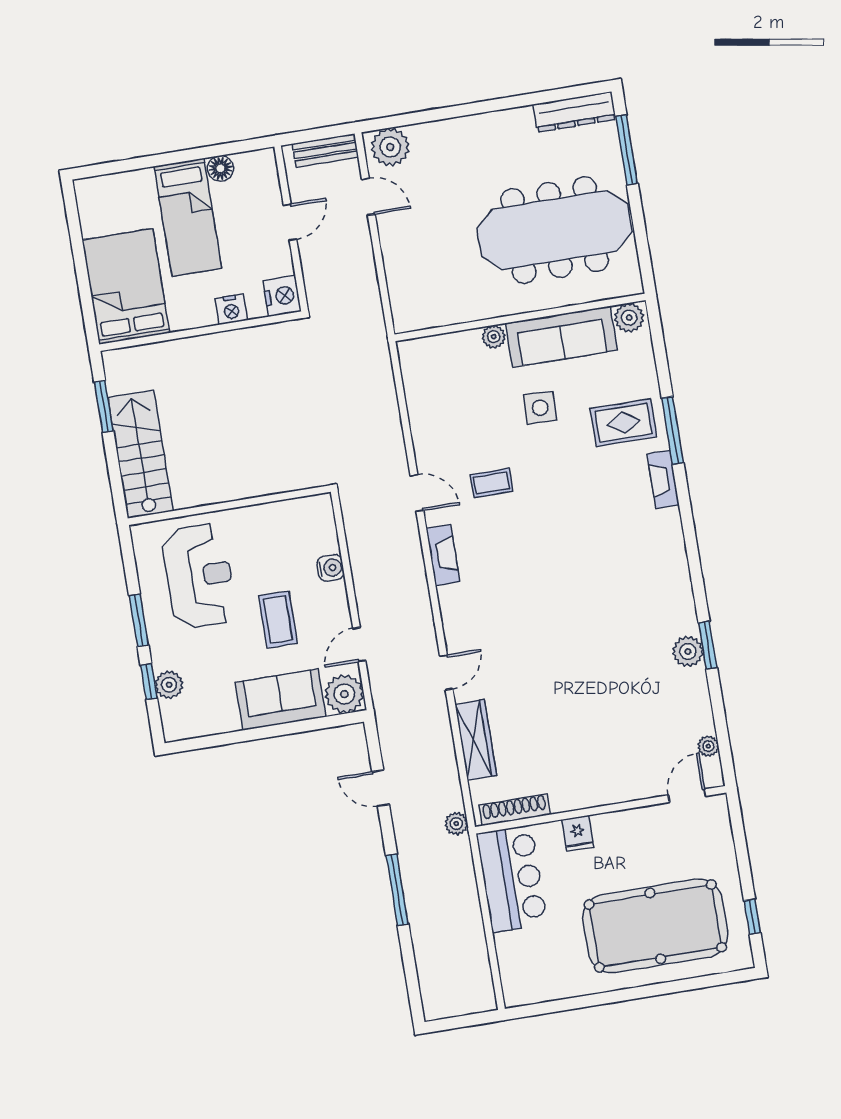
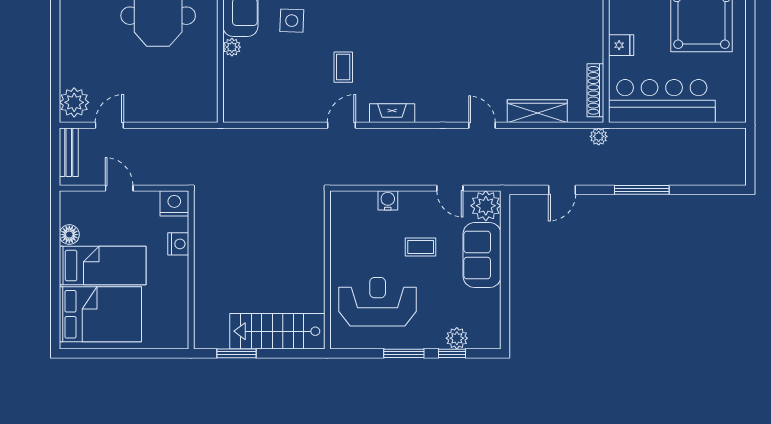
bed: (126, 286) -> (100, 314), moved, turned 180
coffee table: (278, 619) -> (421, 247), width x0.73, depth x0.77
bar counter: (512, 879) -> (662, 101), width x1.36

